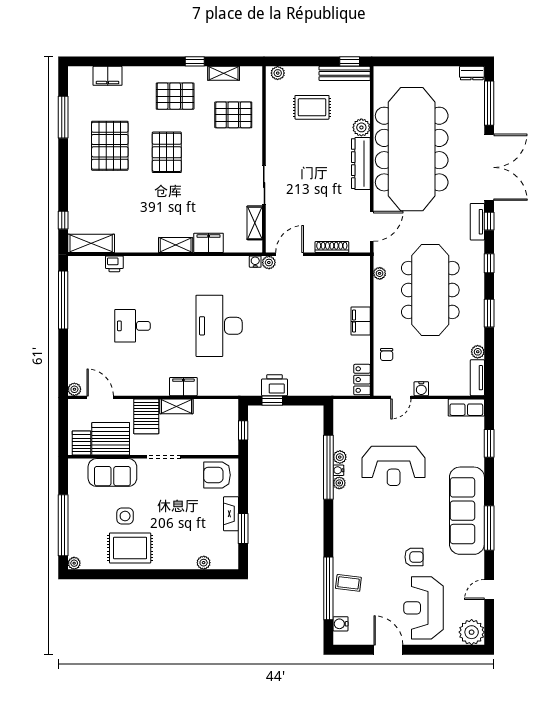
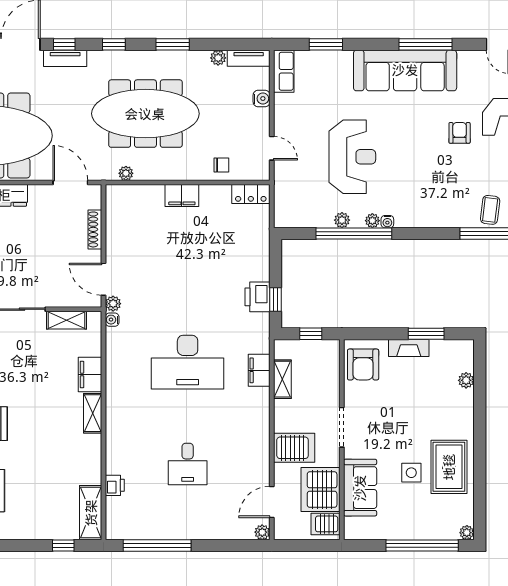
filing cabinet: (183, 387) -> (259, 370), moved
water cooler: (421, 389) -> (262, 99), moved
shelving: (176, 406) -> (282, 379), moved
water cooler: (338, 470) -> (387, 222), moved

